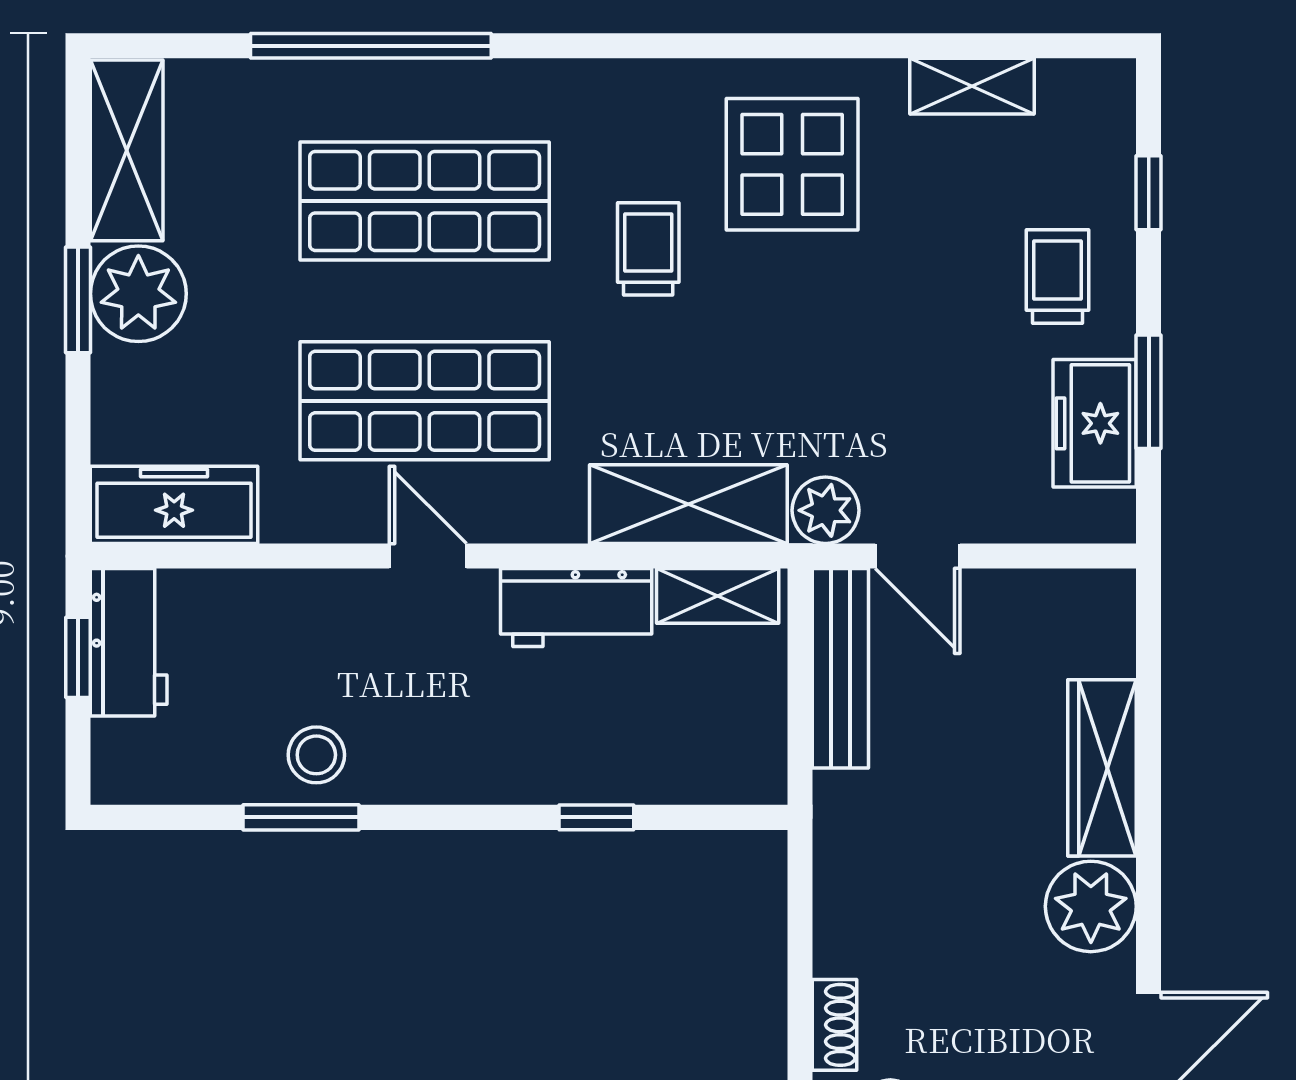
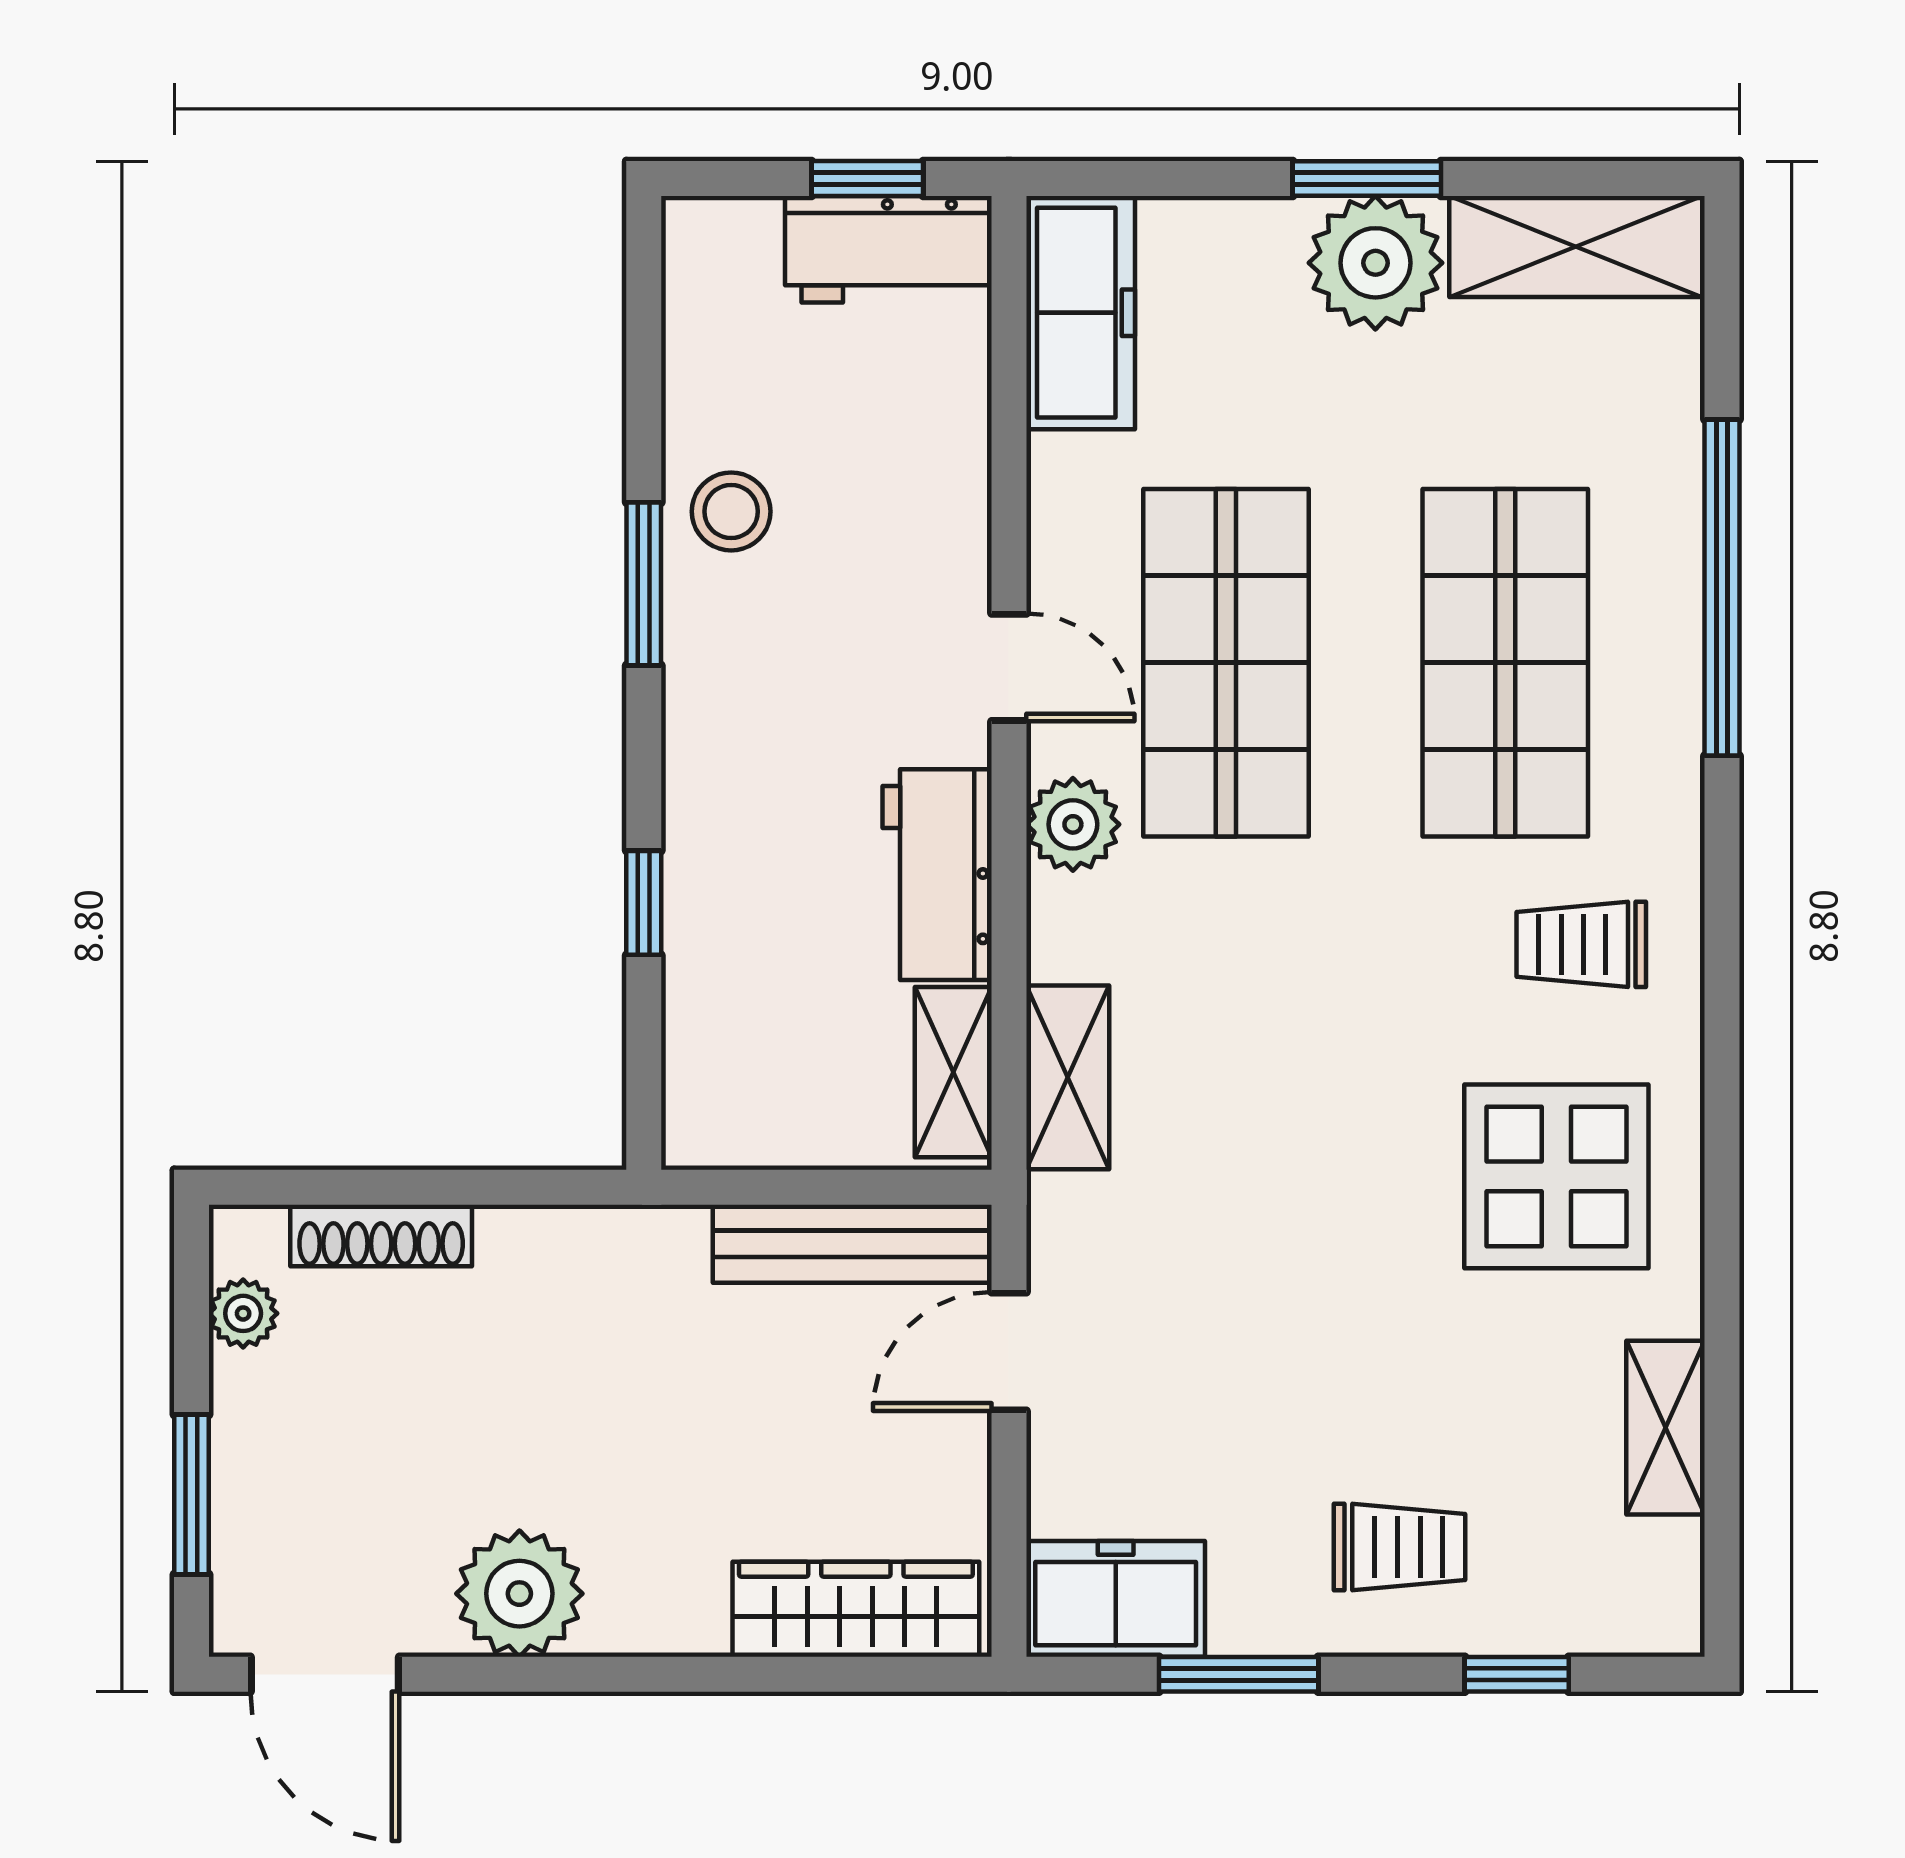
trolley: (648, 249) -> (1581, 944), moved, turned 180
freezer: (1095, 423) -> (1116, 1599), moved
shelving: (688, 504) -> (1068, 1077), width x0.67, depth x0.75
plant: (825, 510) -> (1073, 824), moved
door: (428, 556) -> (1009, 667), hinge flipped
wardrobe: (1102, 768) -> (856, 1609), moved
window: (301, 817) -> (644, 584), moved
shoe rack: (835, 1025) -> (381, 1236), width x1.43

